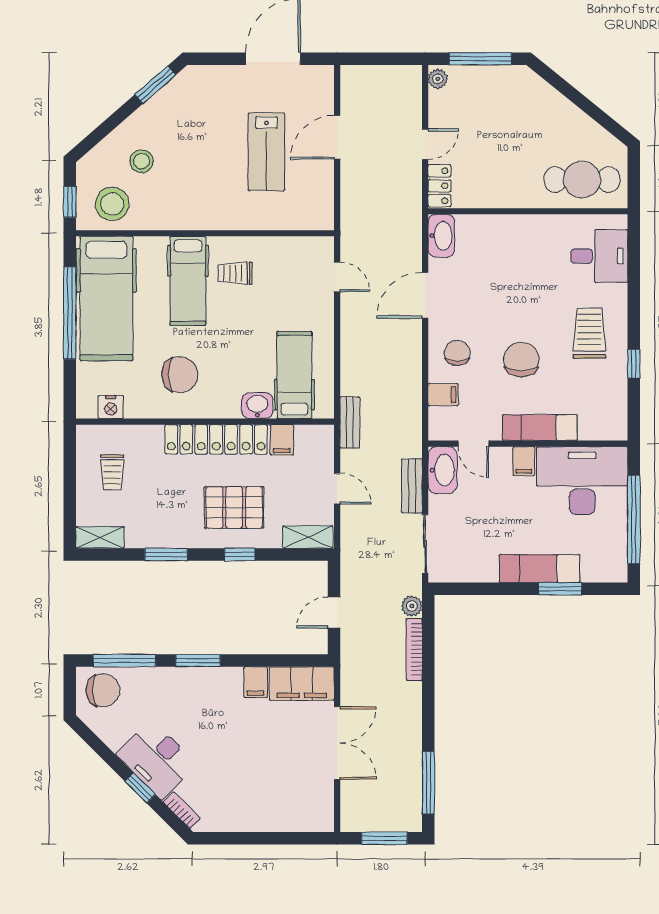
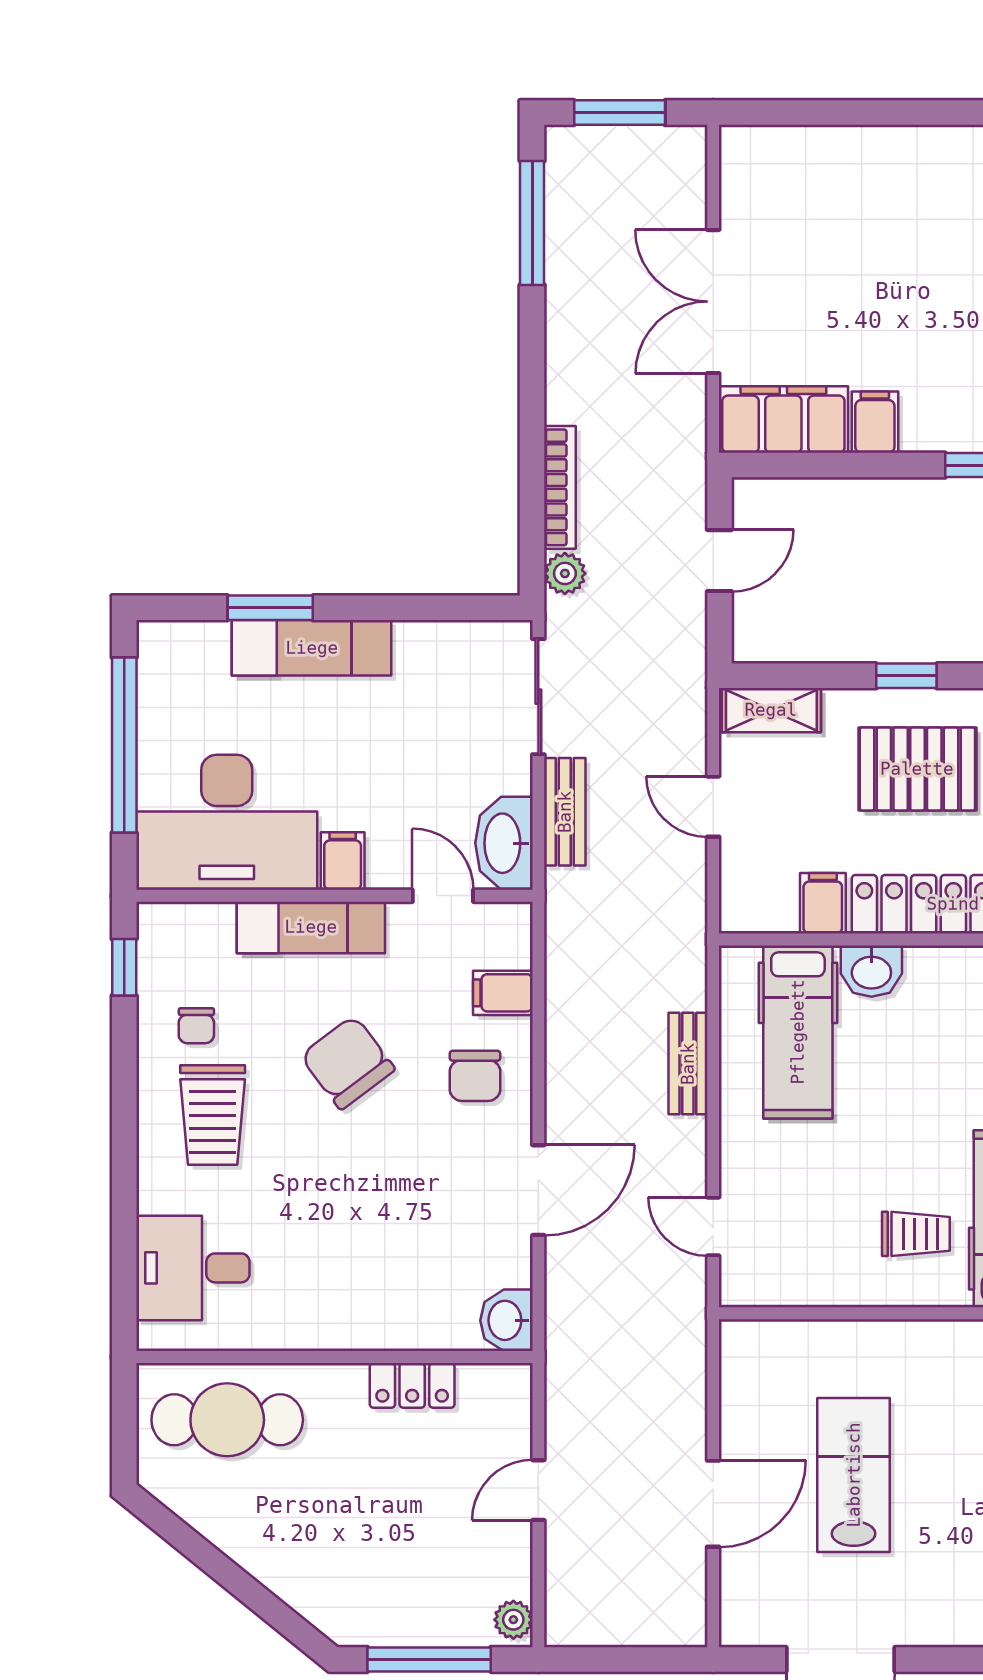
locker: (439, 186) -> (412, 1385), moved, turned -90
washbasin: (441, 236) -> (506, 1320), width x0.72
chair: (521, 360) -> (348, 1062), turned 143
window: (634, 364) -> (124, 967), moved
chair: (598, 378) -> (196, 1026), added
bench: (350, 422) -> (688, 1064), moved

